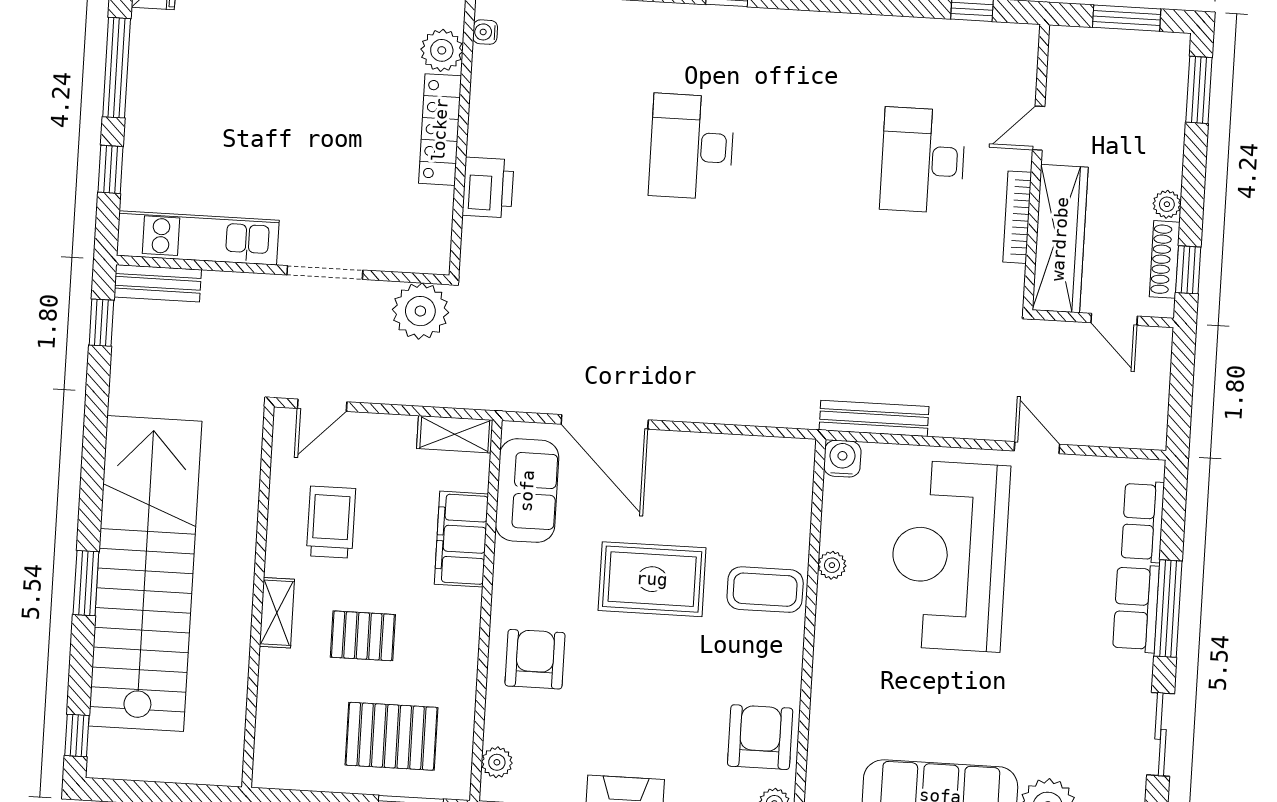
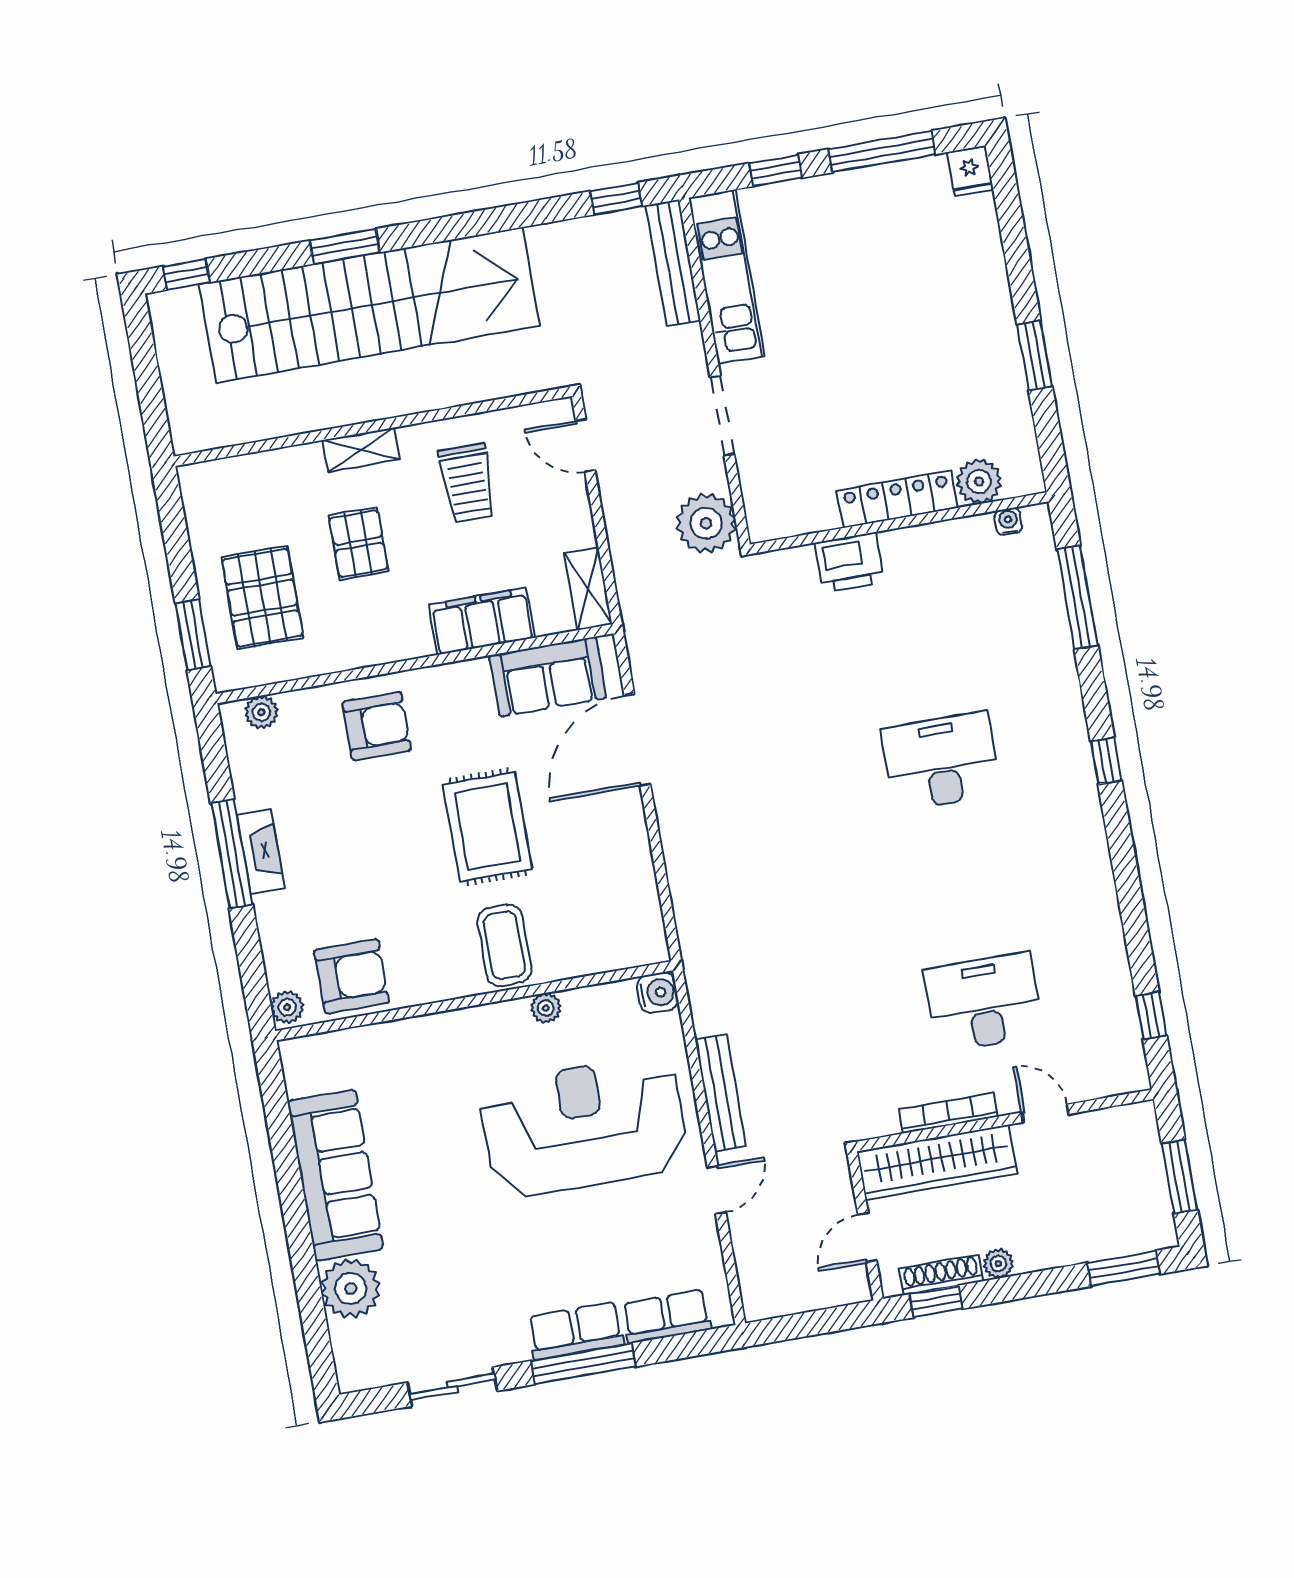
bench: (158, 283) -> (673, 263), width x1.36
bench: (874, 418) -> (720, 1093), moved
trolley: (331, 522) -> (467, 483), turned 90

